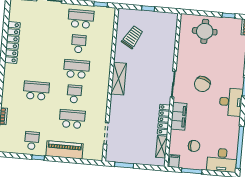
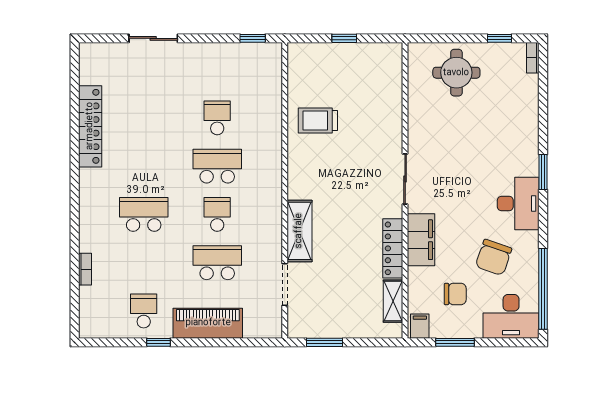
school desk: (81, 19) -> (217, 70), removed
trolley: (132, 37) -> (318, 121), moved, turned -120
shelving: (119, 79) -> (299, 231), moved
chair: (202, 84) -> (494, 257), moved

